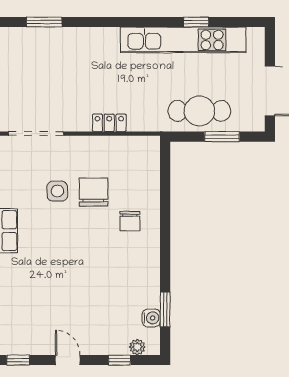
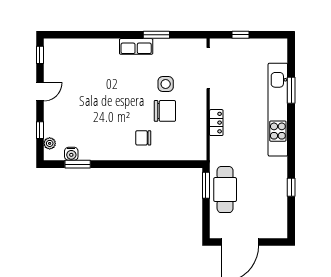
window: (44, 22) -> (291, 90), moved
kitchen unit: (183, 40) -> (278, 110), moved
window: (222, 137) -> (206, 185), moved

